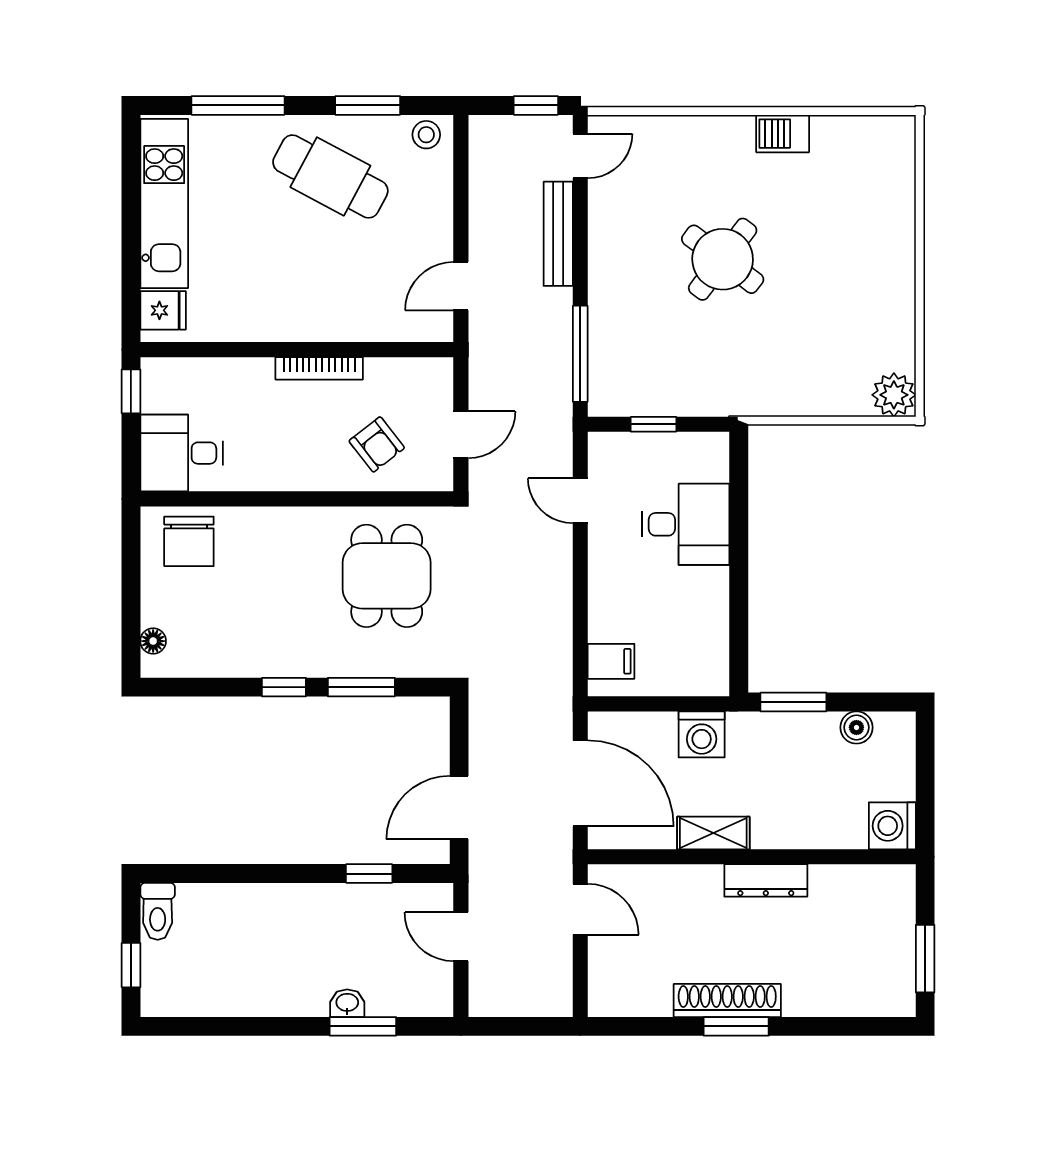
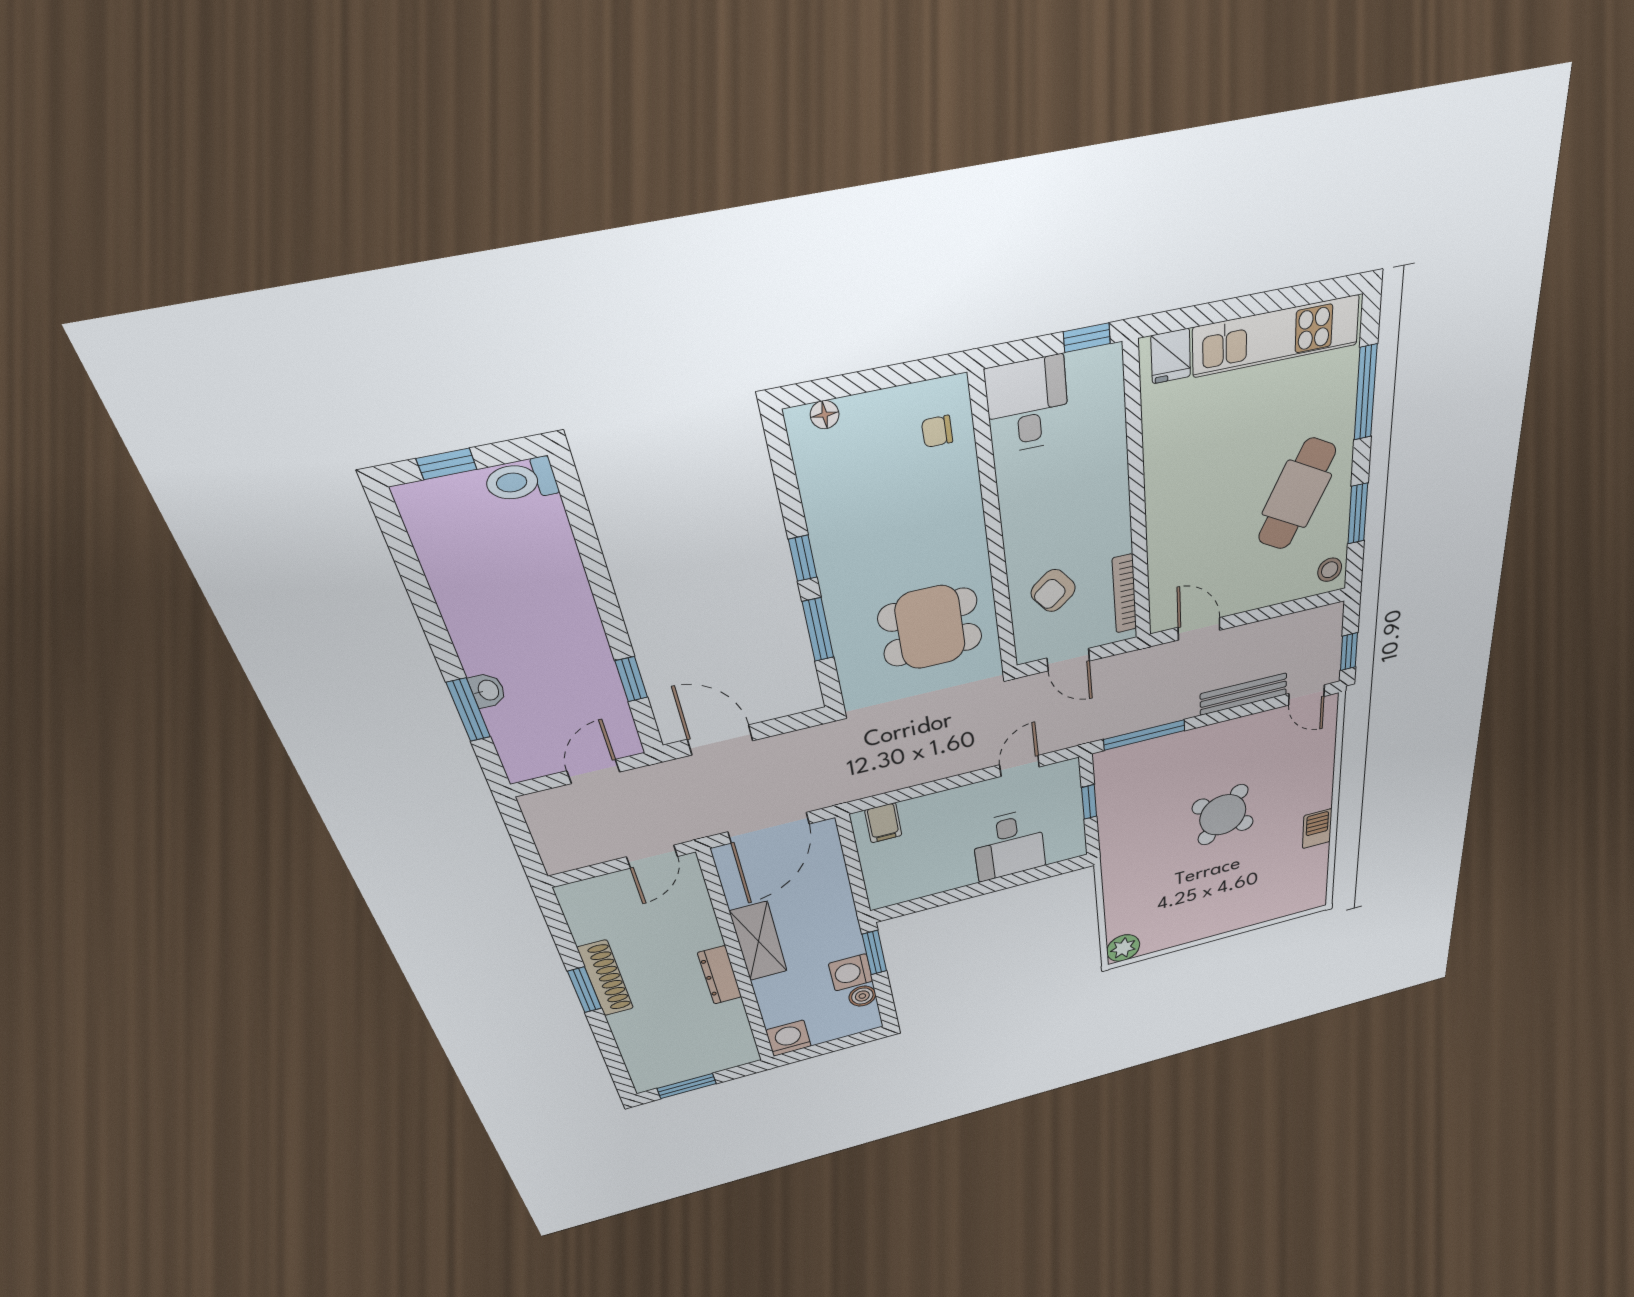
bookcase: (319, 368) -> (1124, 594), moved
chair: (189, 541) -> (937, 431), width x0.54, depth x0.54
washing machine: (702, 734) -> (851, 972), moved
shelving: (713, 833) -> (759, 941), width x1.50, depth x1.33

